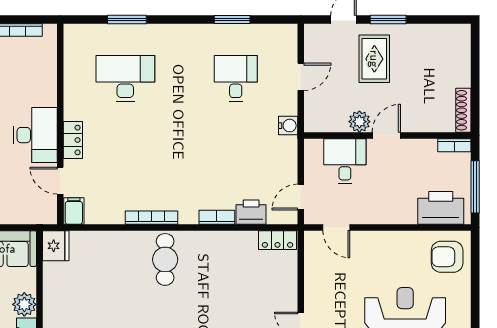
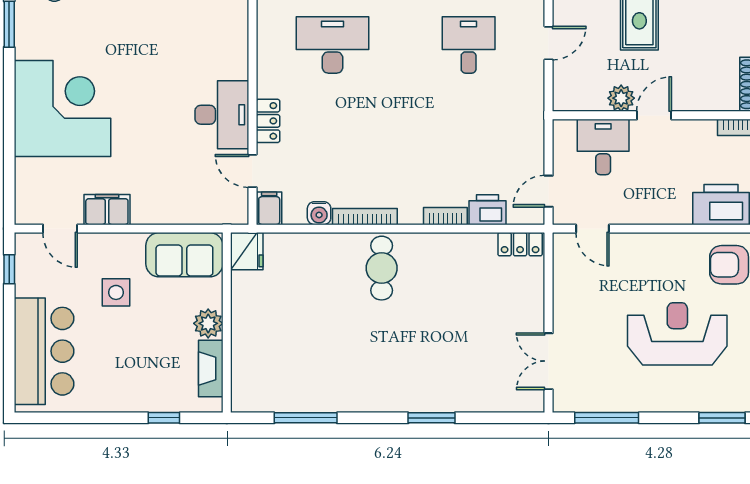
water cooler: (288, 126) -> (319, 213), moved, turned 90

